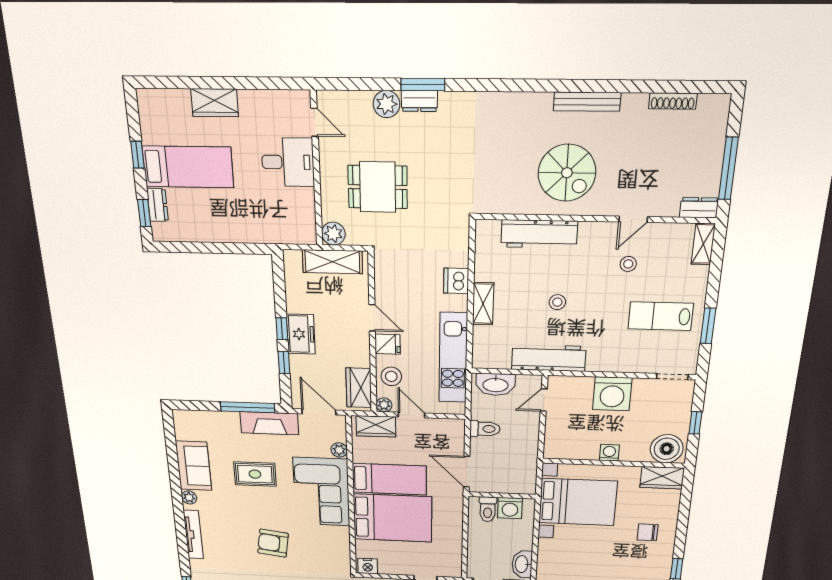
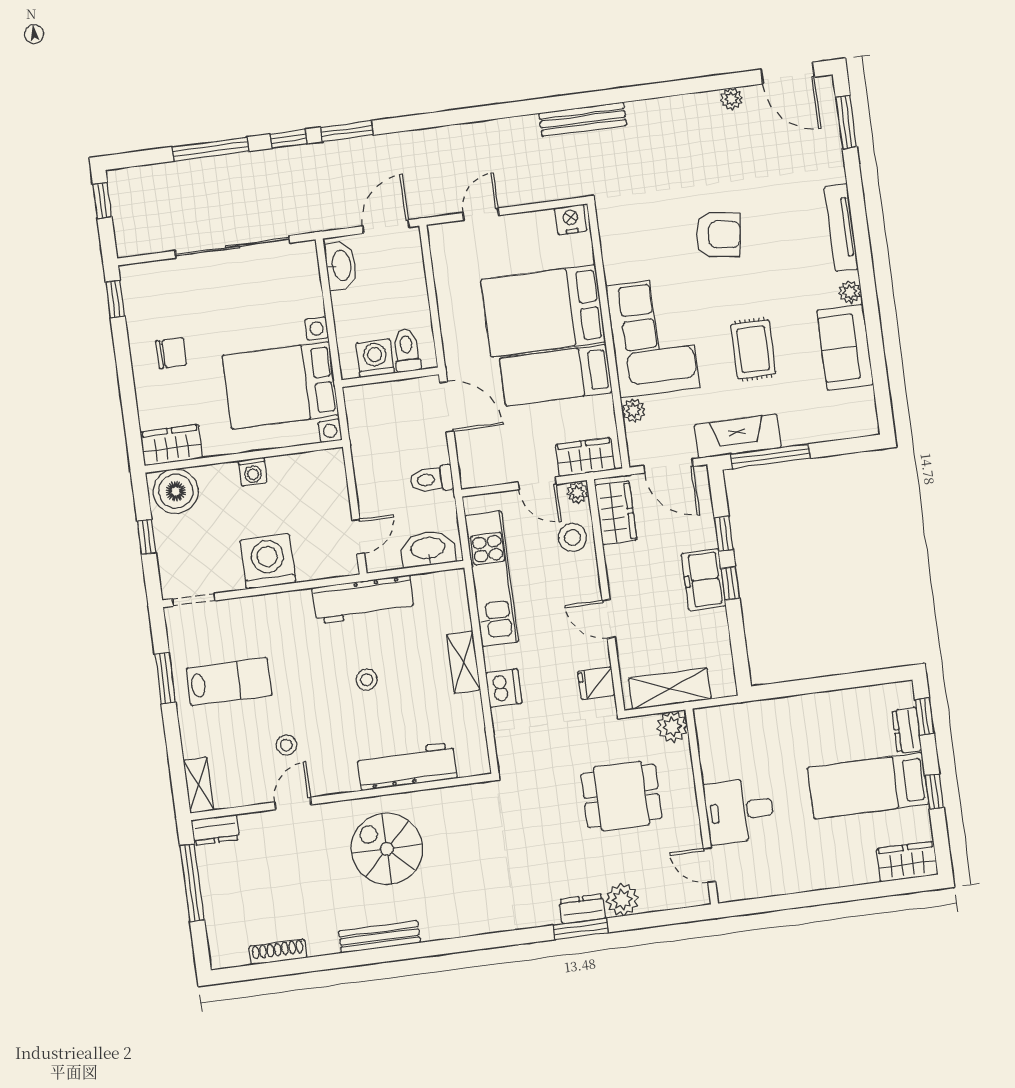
wardrobe: (215, 103) -> (907, 862), moved
fridge: (388, 344) -> (596, 683), moved
rug: (255, 474) -> (753, 349), turned 90

